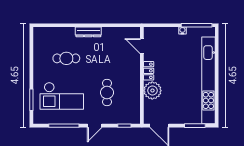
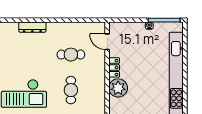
dresser: (88, 32) -> (32, 27), moved
cafe table: (66, 58) -> (71, 55), moved

